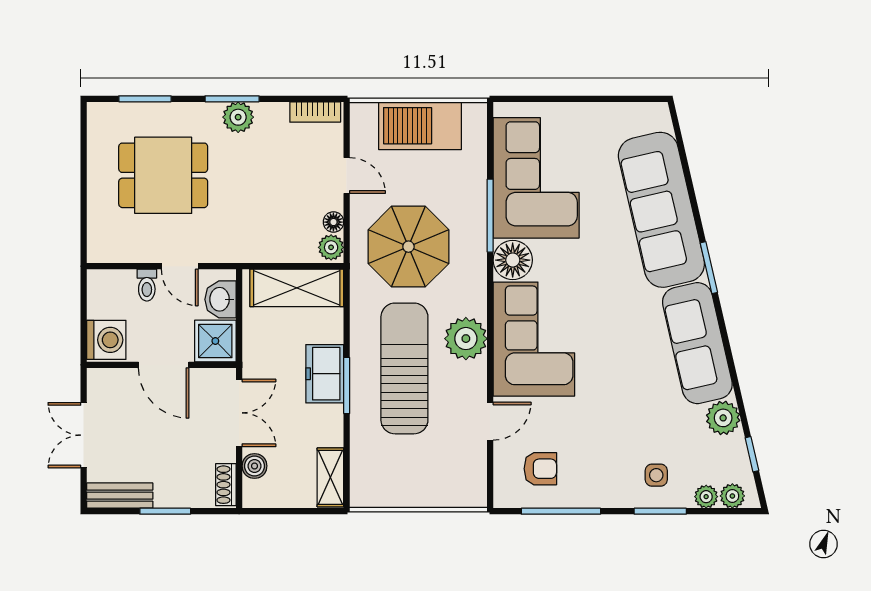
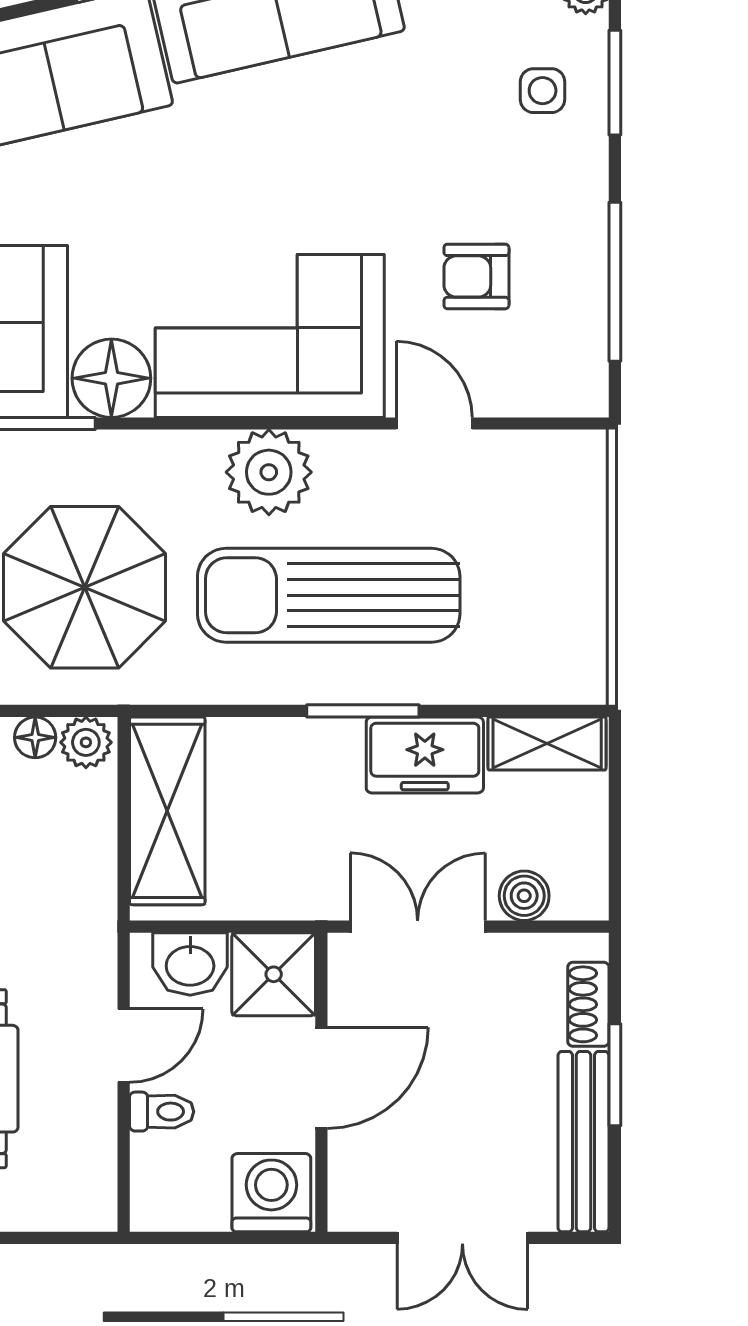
freezer: (325, 374) -> (425, 755), moved
armchair: (540, 469) -> (476, 276), moved, turned -90
shoe rack: (226, 485) -> (588, 1004), moved, turned 90
bench: (120, 496) -> (583, 1142), width x1.36

